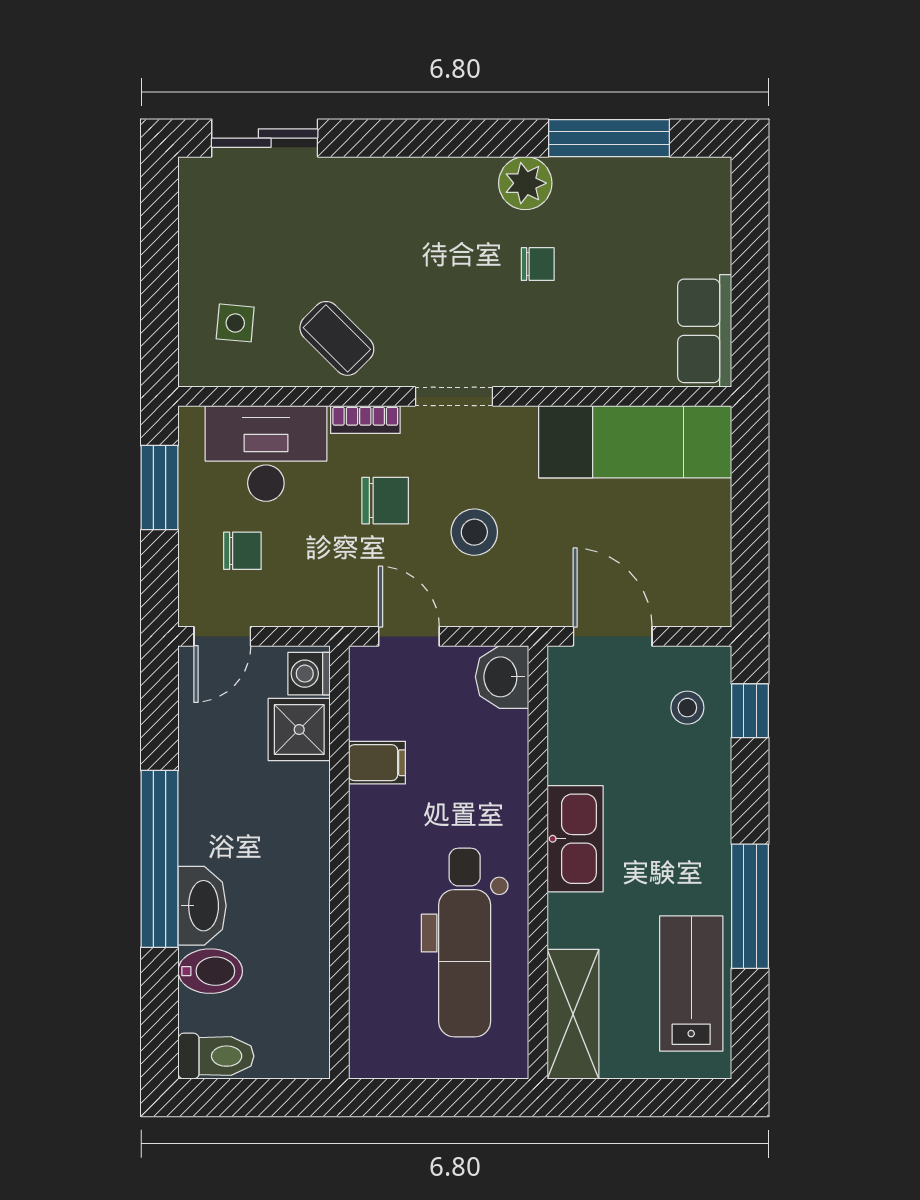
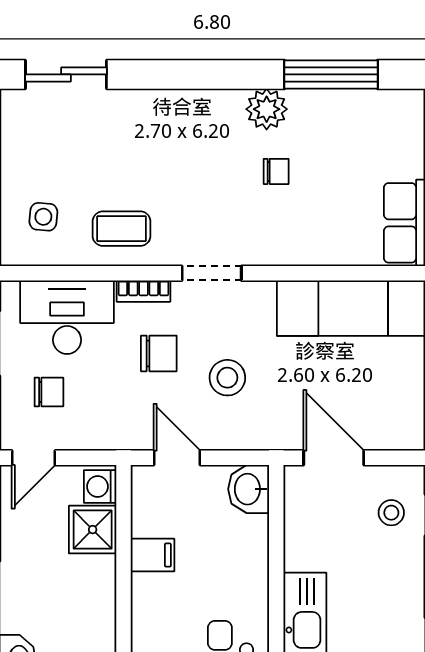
coffee table: (337, 338) -> (122, 229), turned -45

